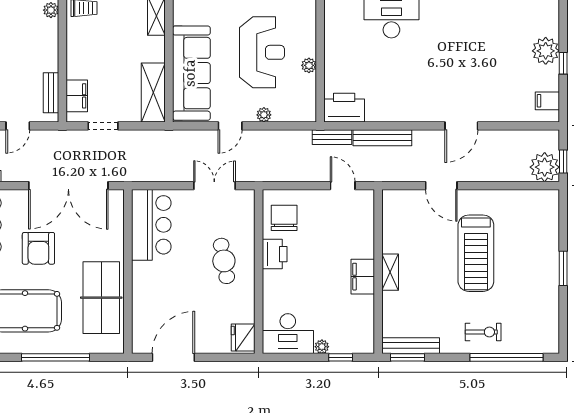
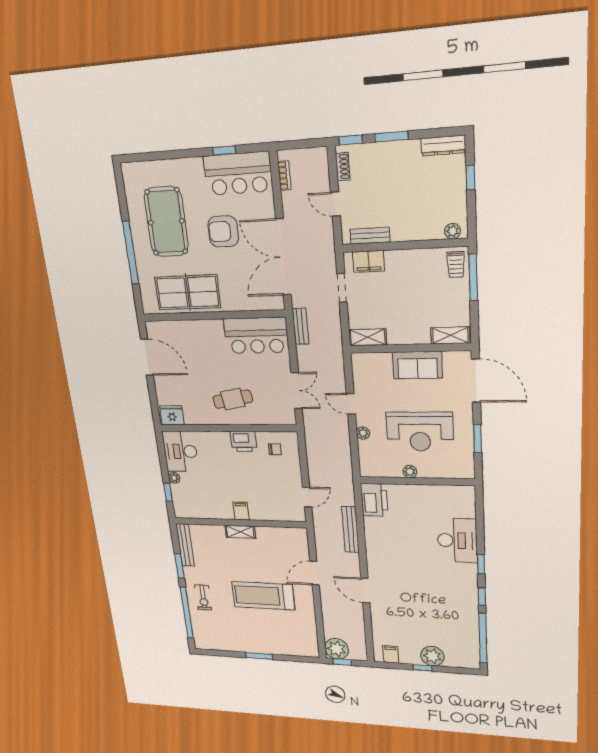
sofa: (191, 73) -> (417, 365), width x0.54, depth x0.79
shelving: (153, 92) -> (368, 337), width x0.67, depth x0.75
bench: (332, 137) -> (300, 326), moved
chair: (284, 218) -> (275, 449), width x0.54, depth x0.54
filing cabinet: (363, 277) -> (241, 511), width x0.50
window: (408, 357) -> (179, 566), moved

